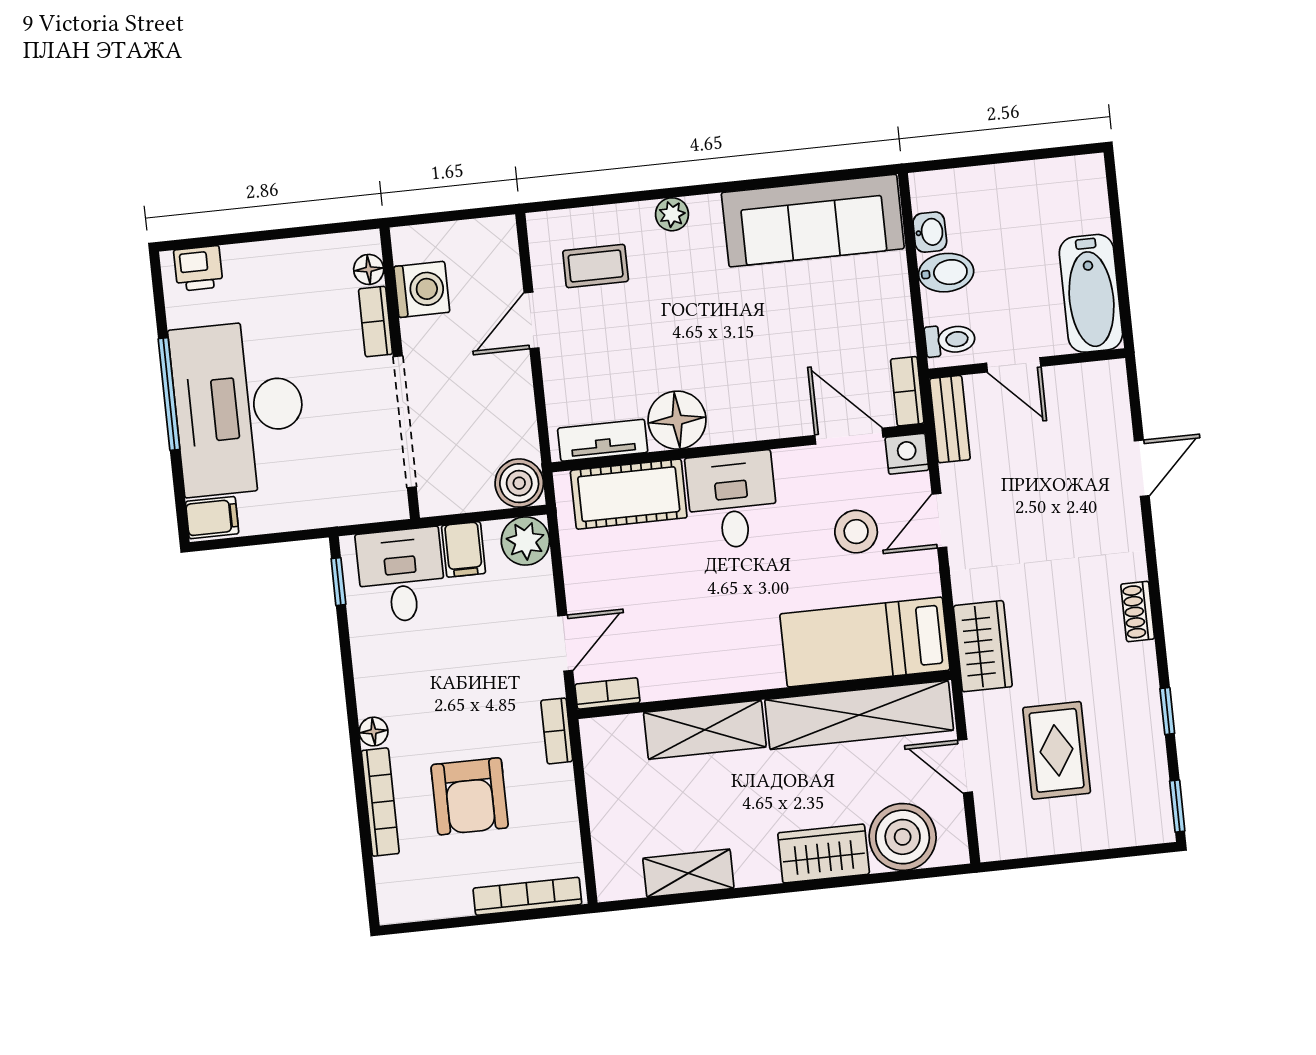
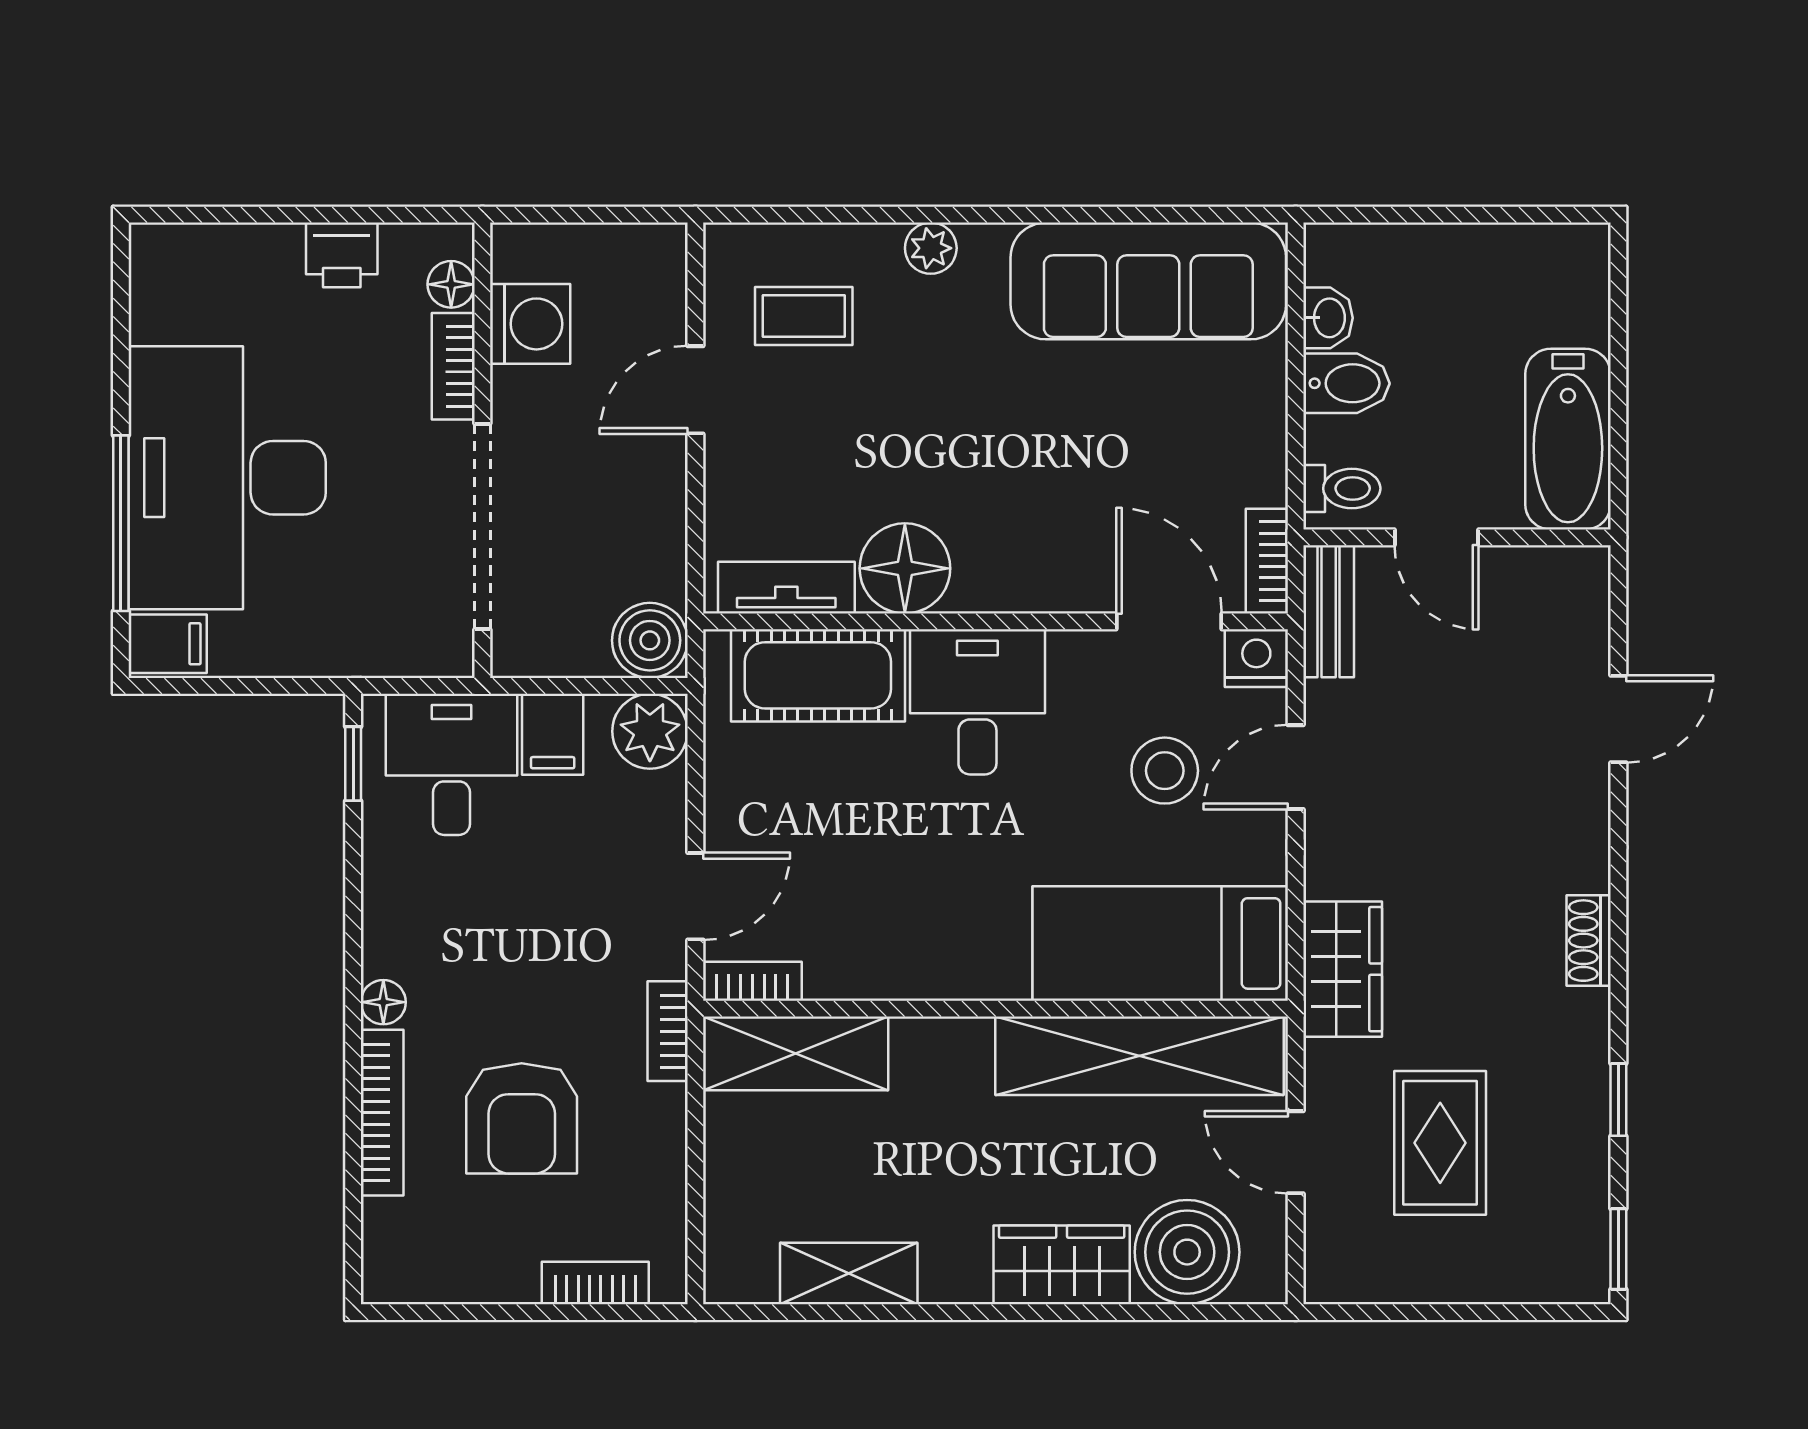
printer: (198, 268) -> (342, 255), moved
window: (169, 394) -> (121, 523), moved
shelving: (705, 730) -> (796, 1053), moved
bookcase: (527, 896) -> (595, 1283), width x0.64

